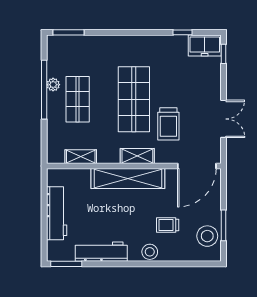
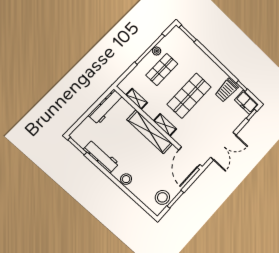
double door: (223, 119) -> (223, 146), width x1.37
trolley: (168, 124) -> (227, 90), moved
door: (197, 166) -> (189, 157), hinge flipped
workbench: (57, 213) -> (106, 107), moved
trolley: (168, 225) -> (148, 174), removed

